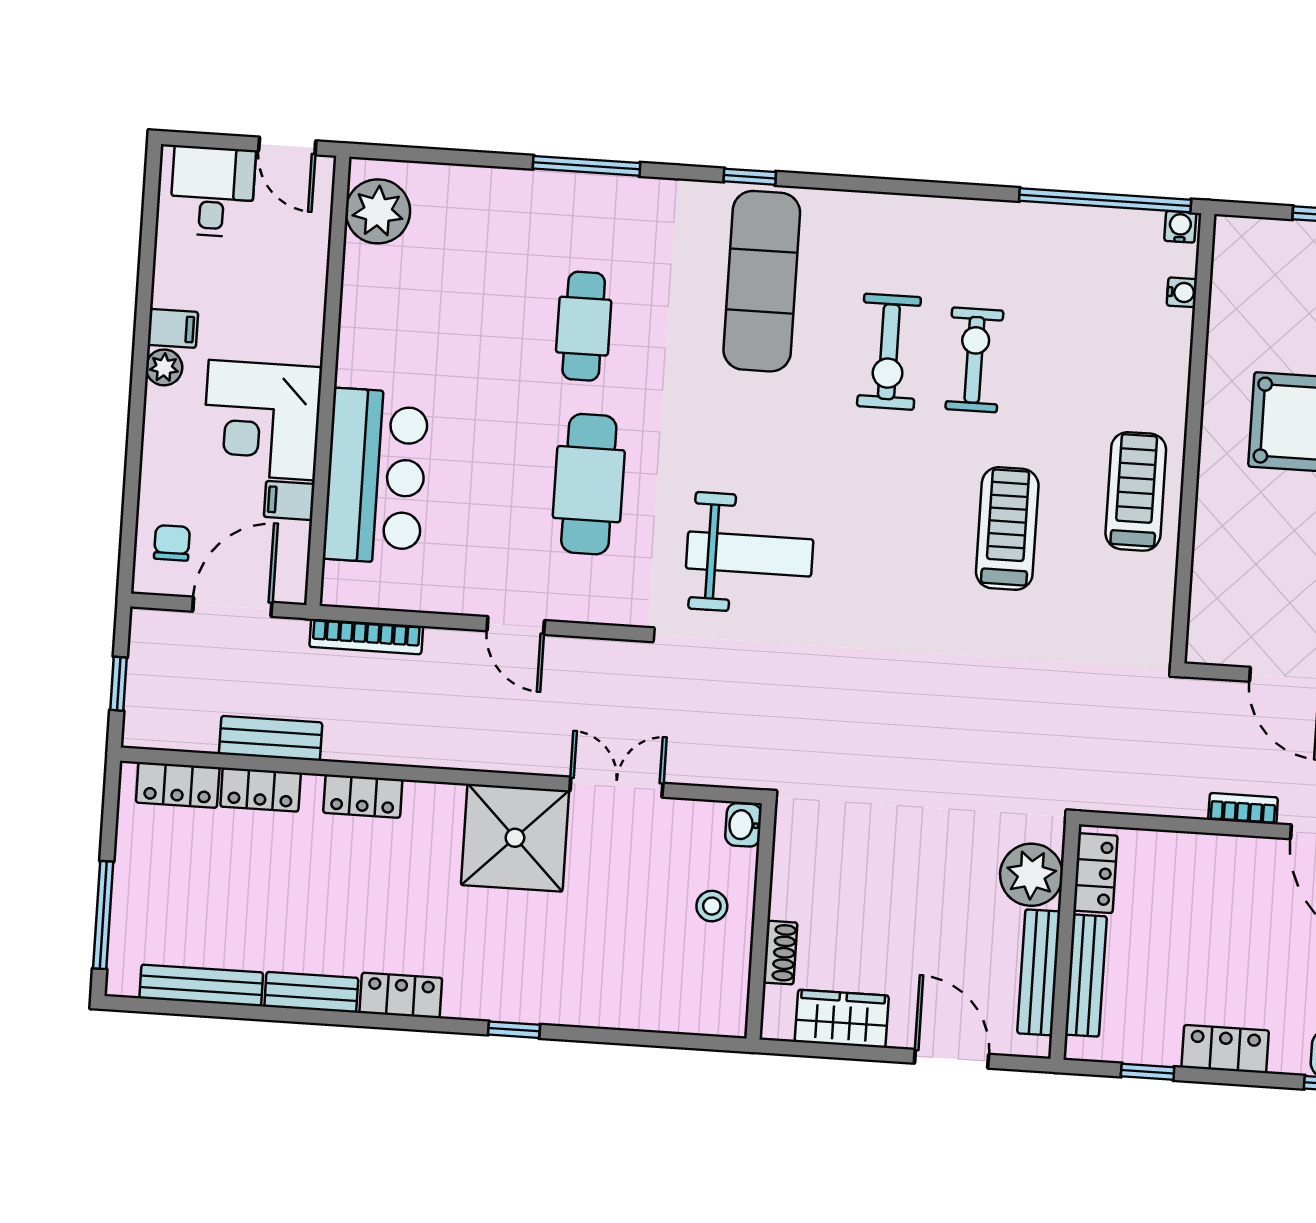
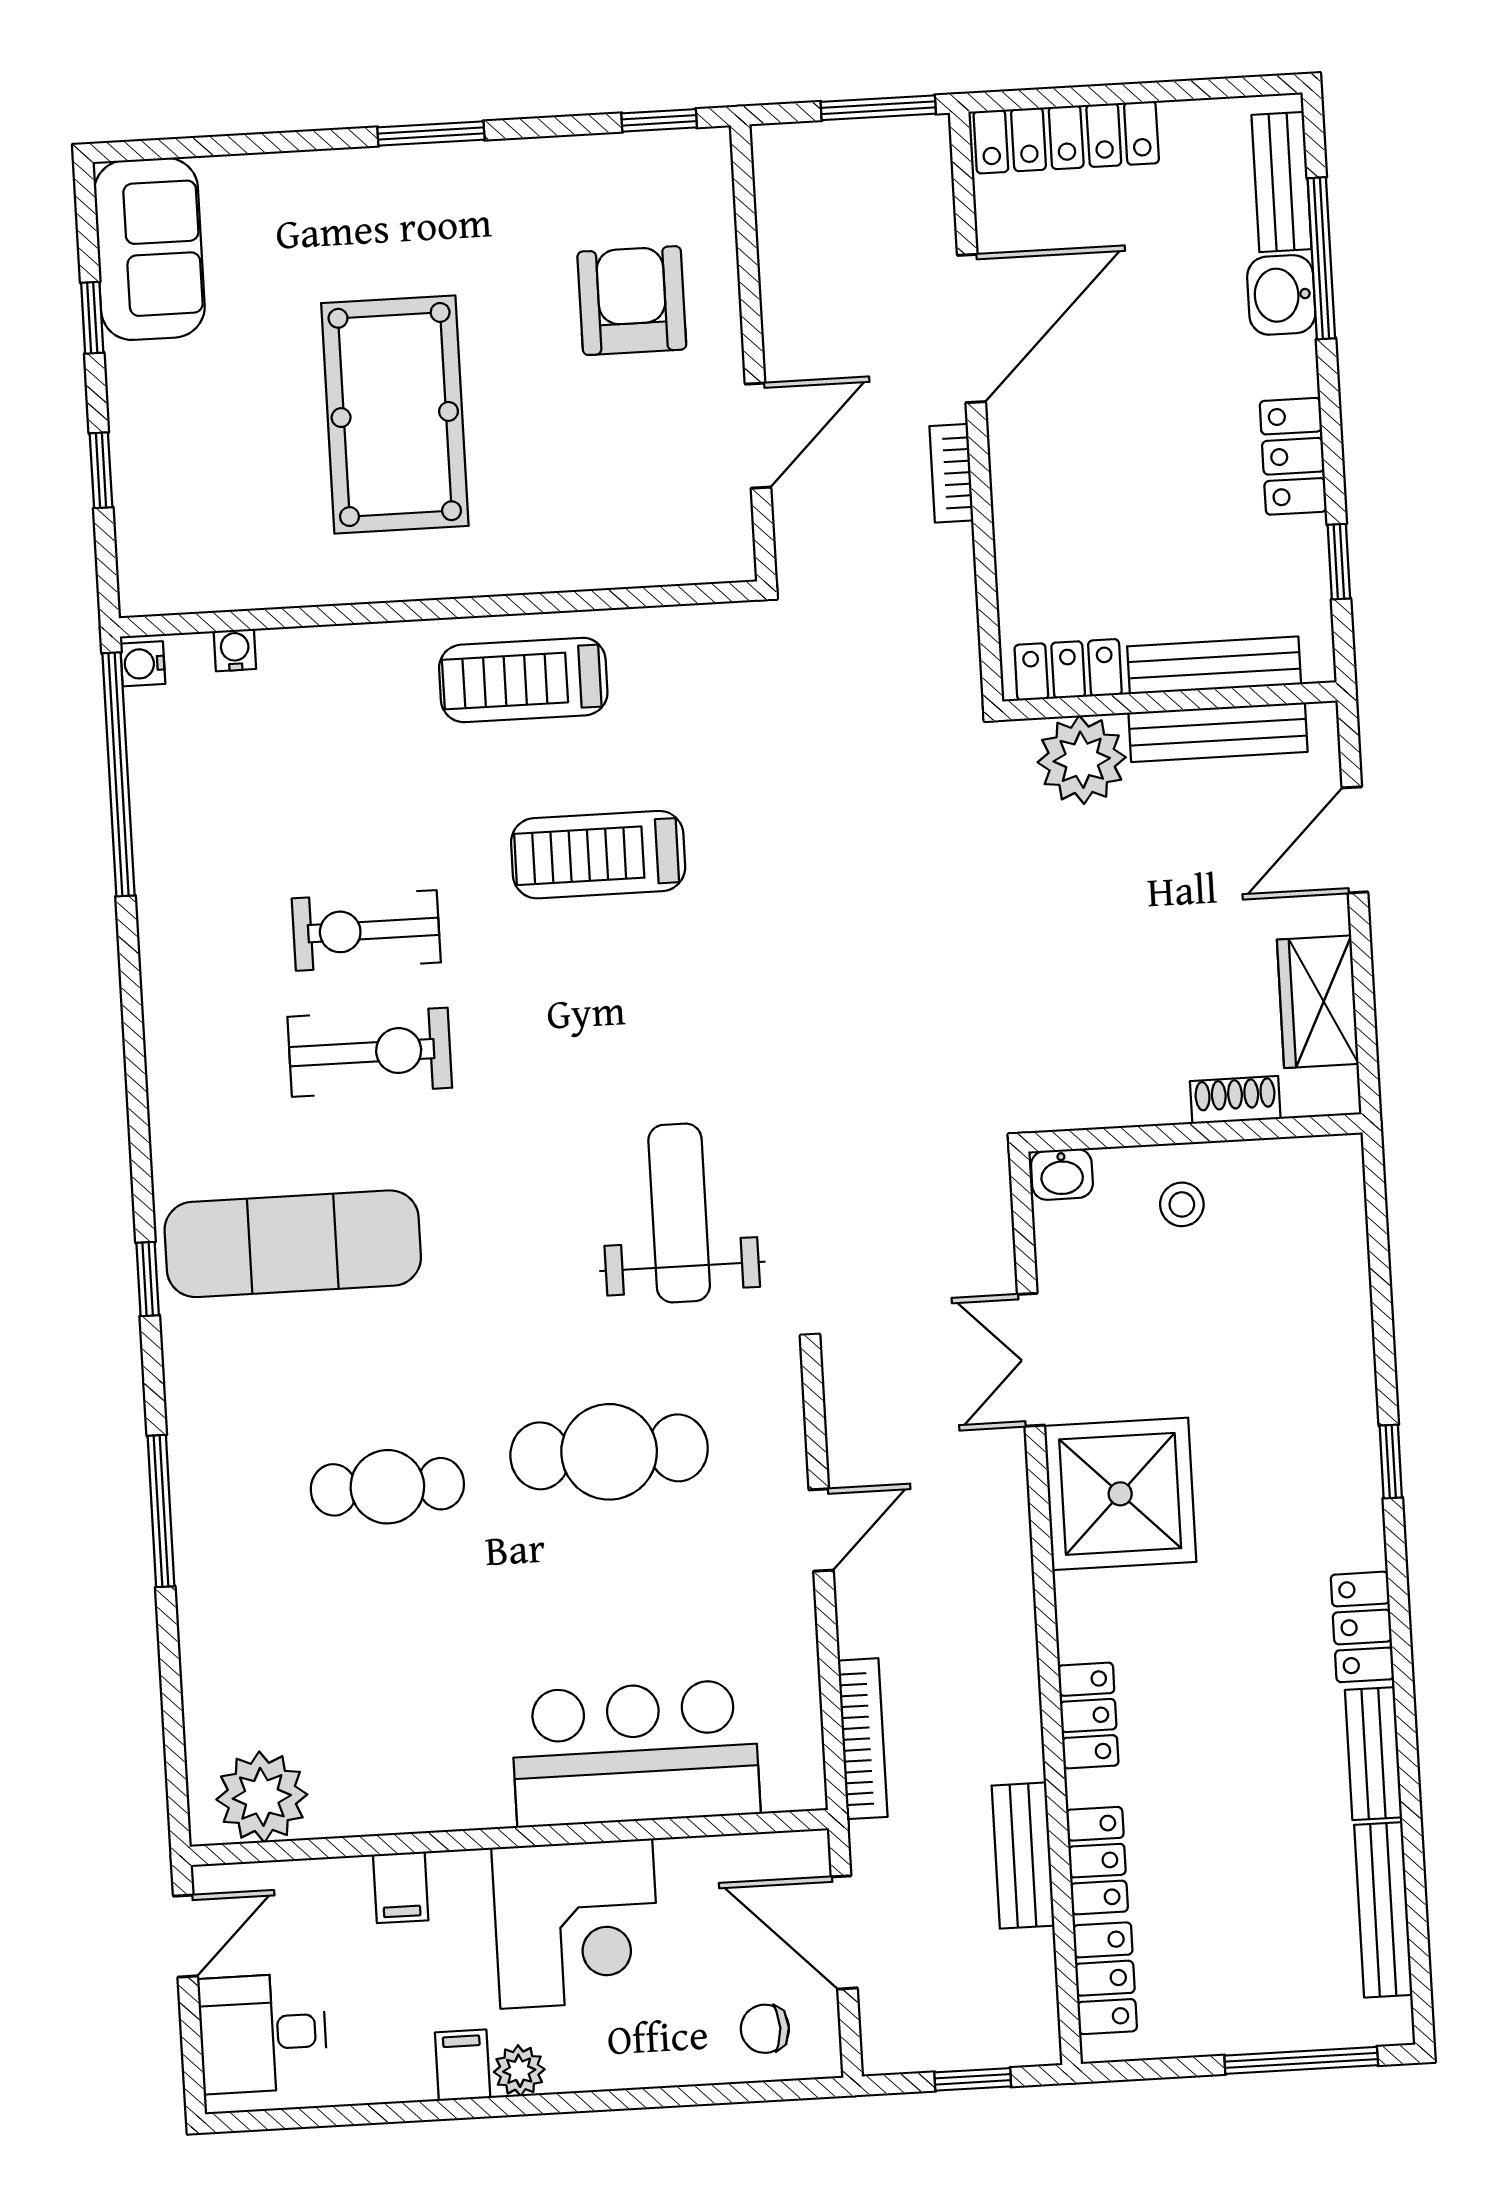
filing cabinet: (289, 500) -> (401, 1887), moved

